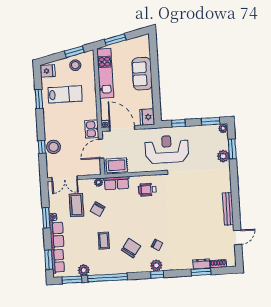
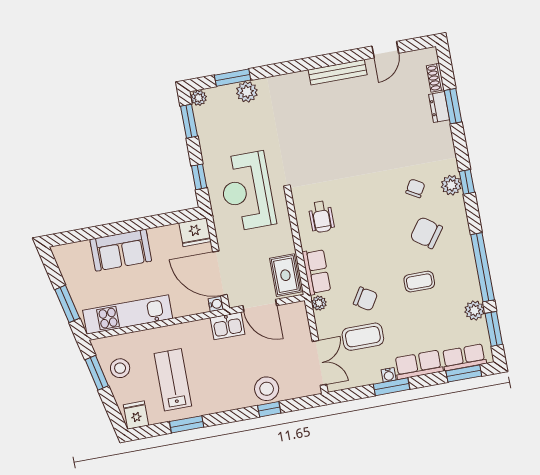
door: (122, 128) -> (220, 273), hinge flipped
door: (238, 237) -> (385, 50), swing flipped

